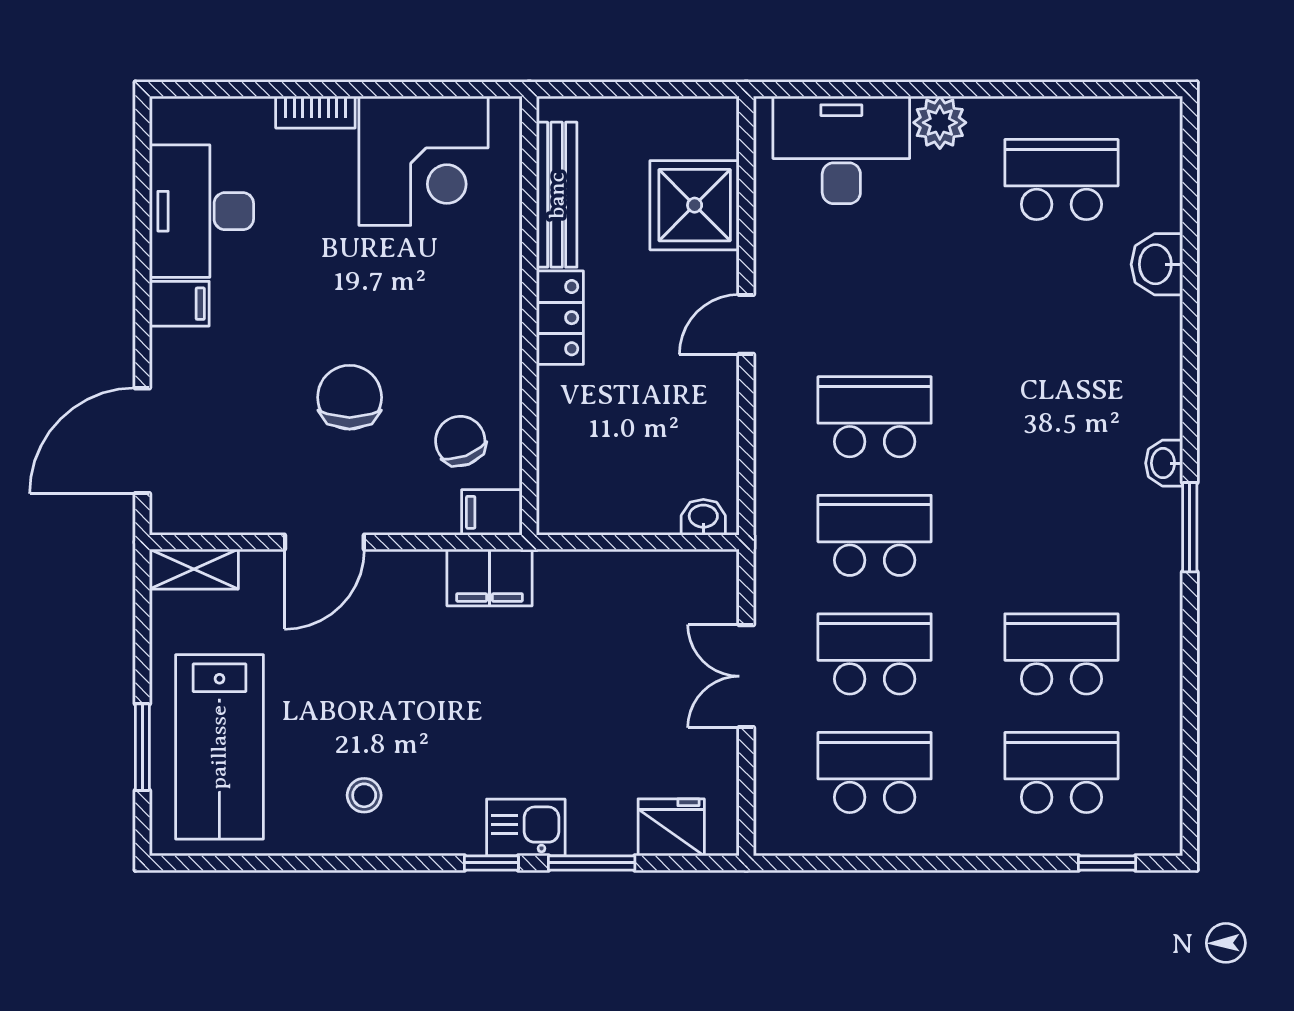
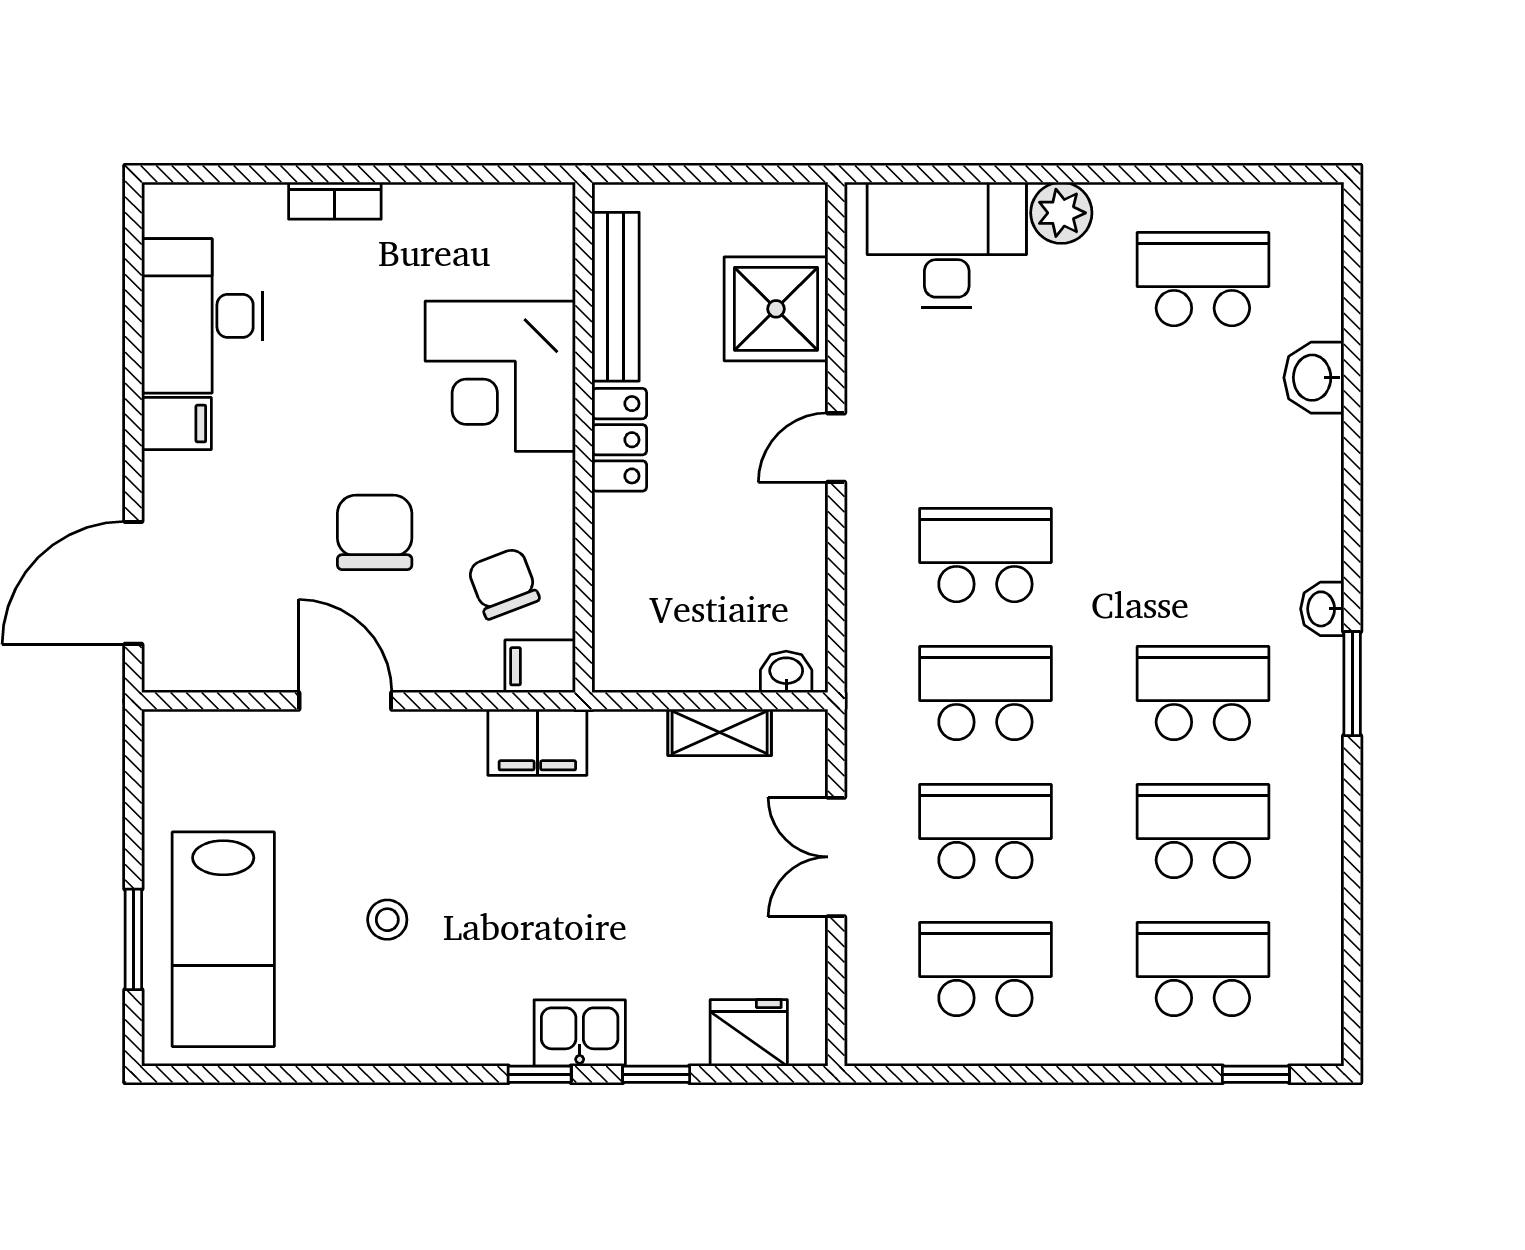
corner desk: (424, 161) -> (500, 376), moved, turned 90
school desk: (1061, 535) -> (1203, 693), added
door: (324, 542) -> (345, 701), swing flipped
shelving: (194, 569) -> (720, 732), moved
stool: (364, 795) -> (387, 920), moved
window: (592, 863) -> (656, 1074), width x0.67

